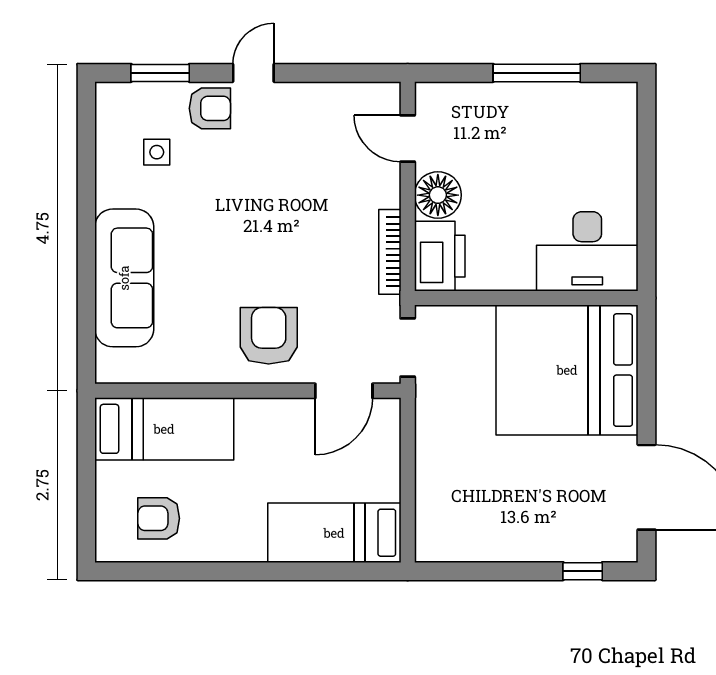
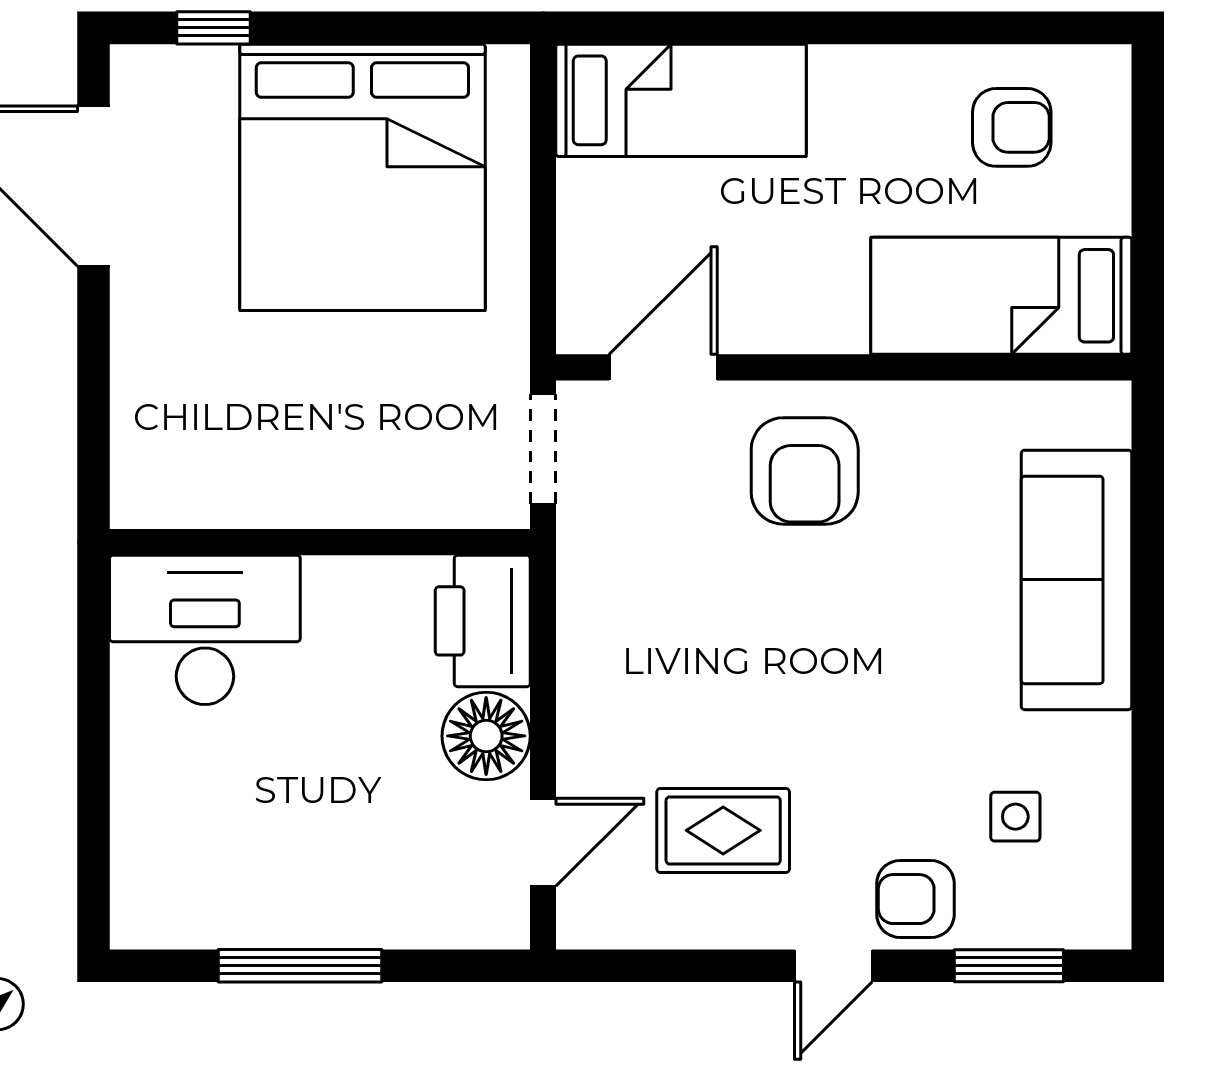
door: (408, 139) -> (543, 842), hinge flipped
rug: (312, 145) -> (723, 830), added
bookcase: (390, 252) -> (576, 629), removed
bed: (567, 370) -> (362, 177), moved, turned 90

